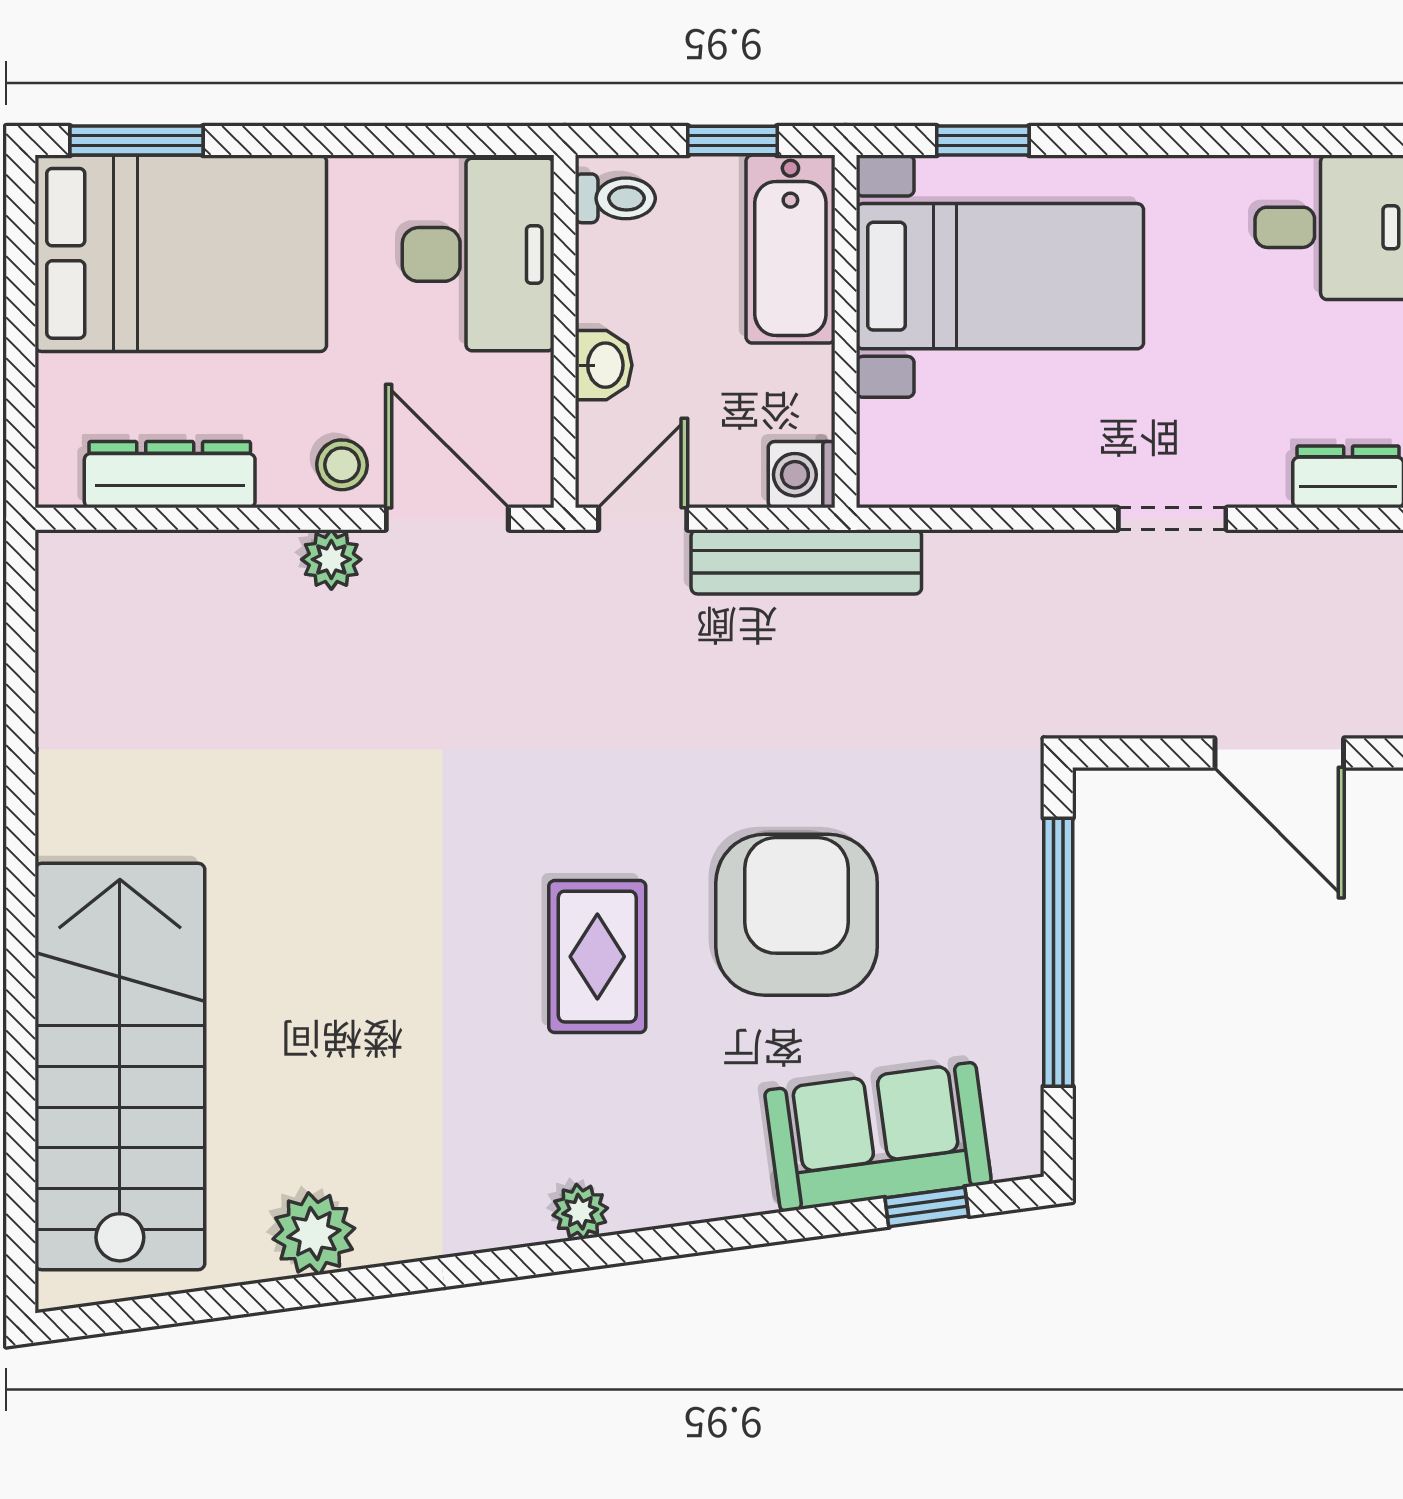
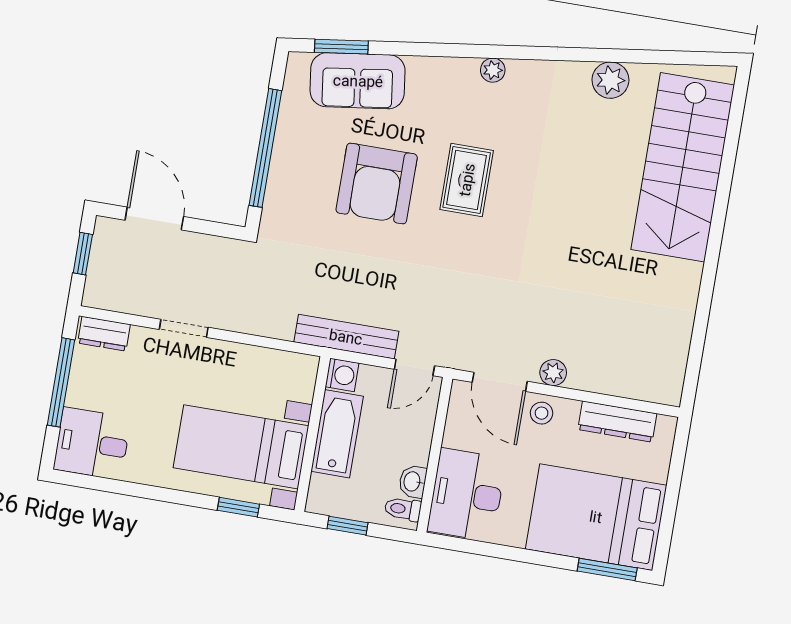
bathtub: (790, 249) -> (337, 434), moved
washbasin: (604, 365) -> (413, 482), moved
window: (927, 1207) -> (341, 47), width x1.50

